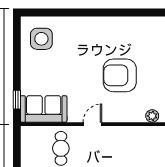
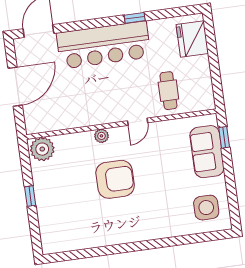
sofa: (44, 109) -> (207, 152), moved, turned 90
plant: (152, 116) -> (101, 136), moved

